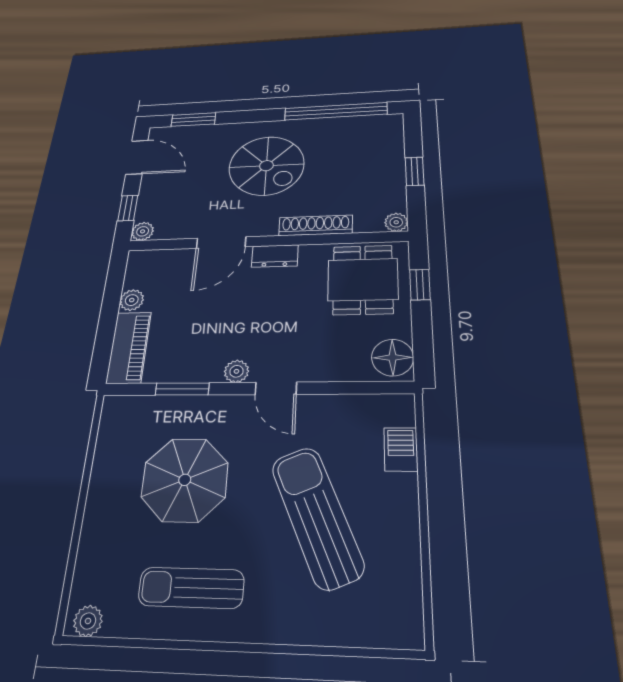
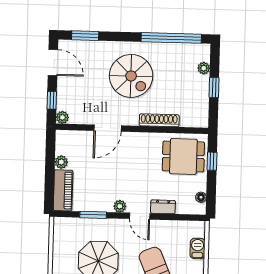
plant: (396, 222) -> (204, 68), moved
dresser: (275, 256) -> (163, 207), moved, turned 180
dining table: (363, 280) -> (183, 156), turned 90
floor lamp: (393, 358) -> (201, 197), width x0.53, depth x0.53

